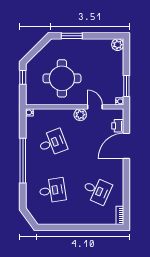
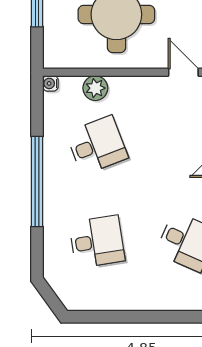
plant: (80, 115) -> (95, 88), moved

